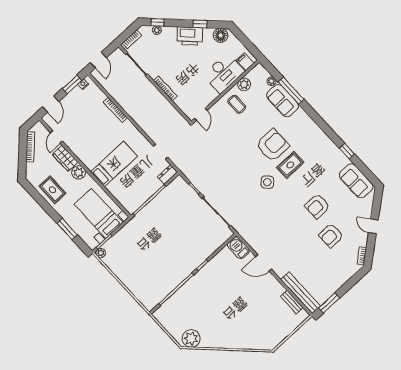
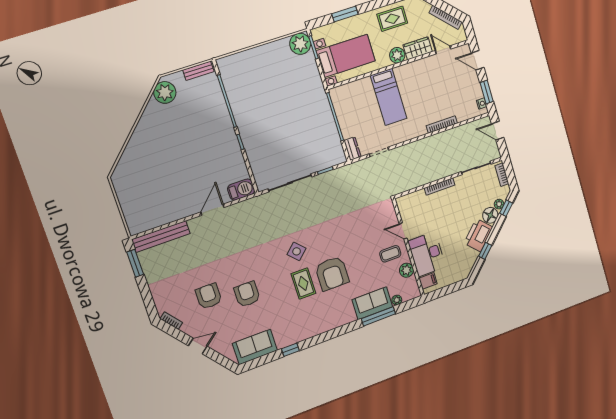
floor lamp: (221, 35) -> (490, 215), moved
door: (201, 114) -> (403, 231), moved
plant: (101, 253) -> (300, 44), width x1.88, depth x1.88
bench: (292, 302) -> (198, 71), moved

